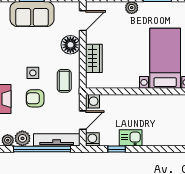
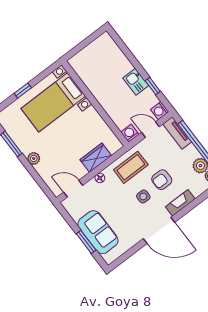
floor lamp: (70, 45) -> (100, 178), width x0.53, depth x0.53
coffee table: (64, 81) -> (131, 167), width x1.36, depth x1.30
armchair: (35, 98) -> (162, 180), turned 90
tv unit: (57, 140) -> (177, 133), width x0.71

